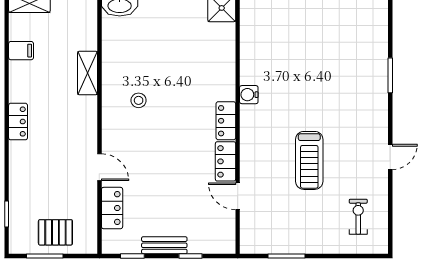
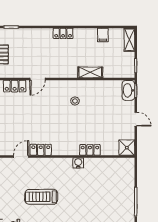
locker: (226, 121) -> (90, 150), moved

